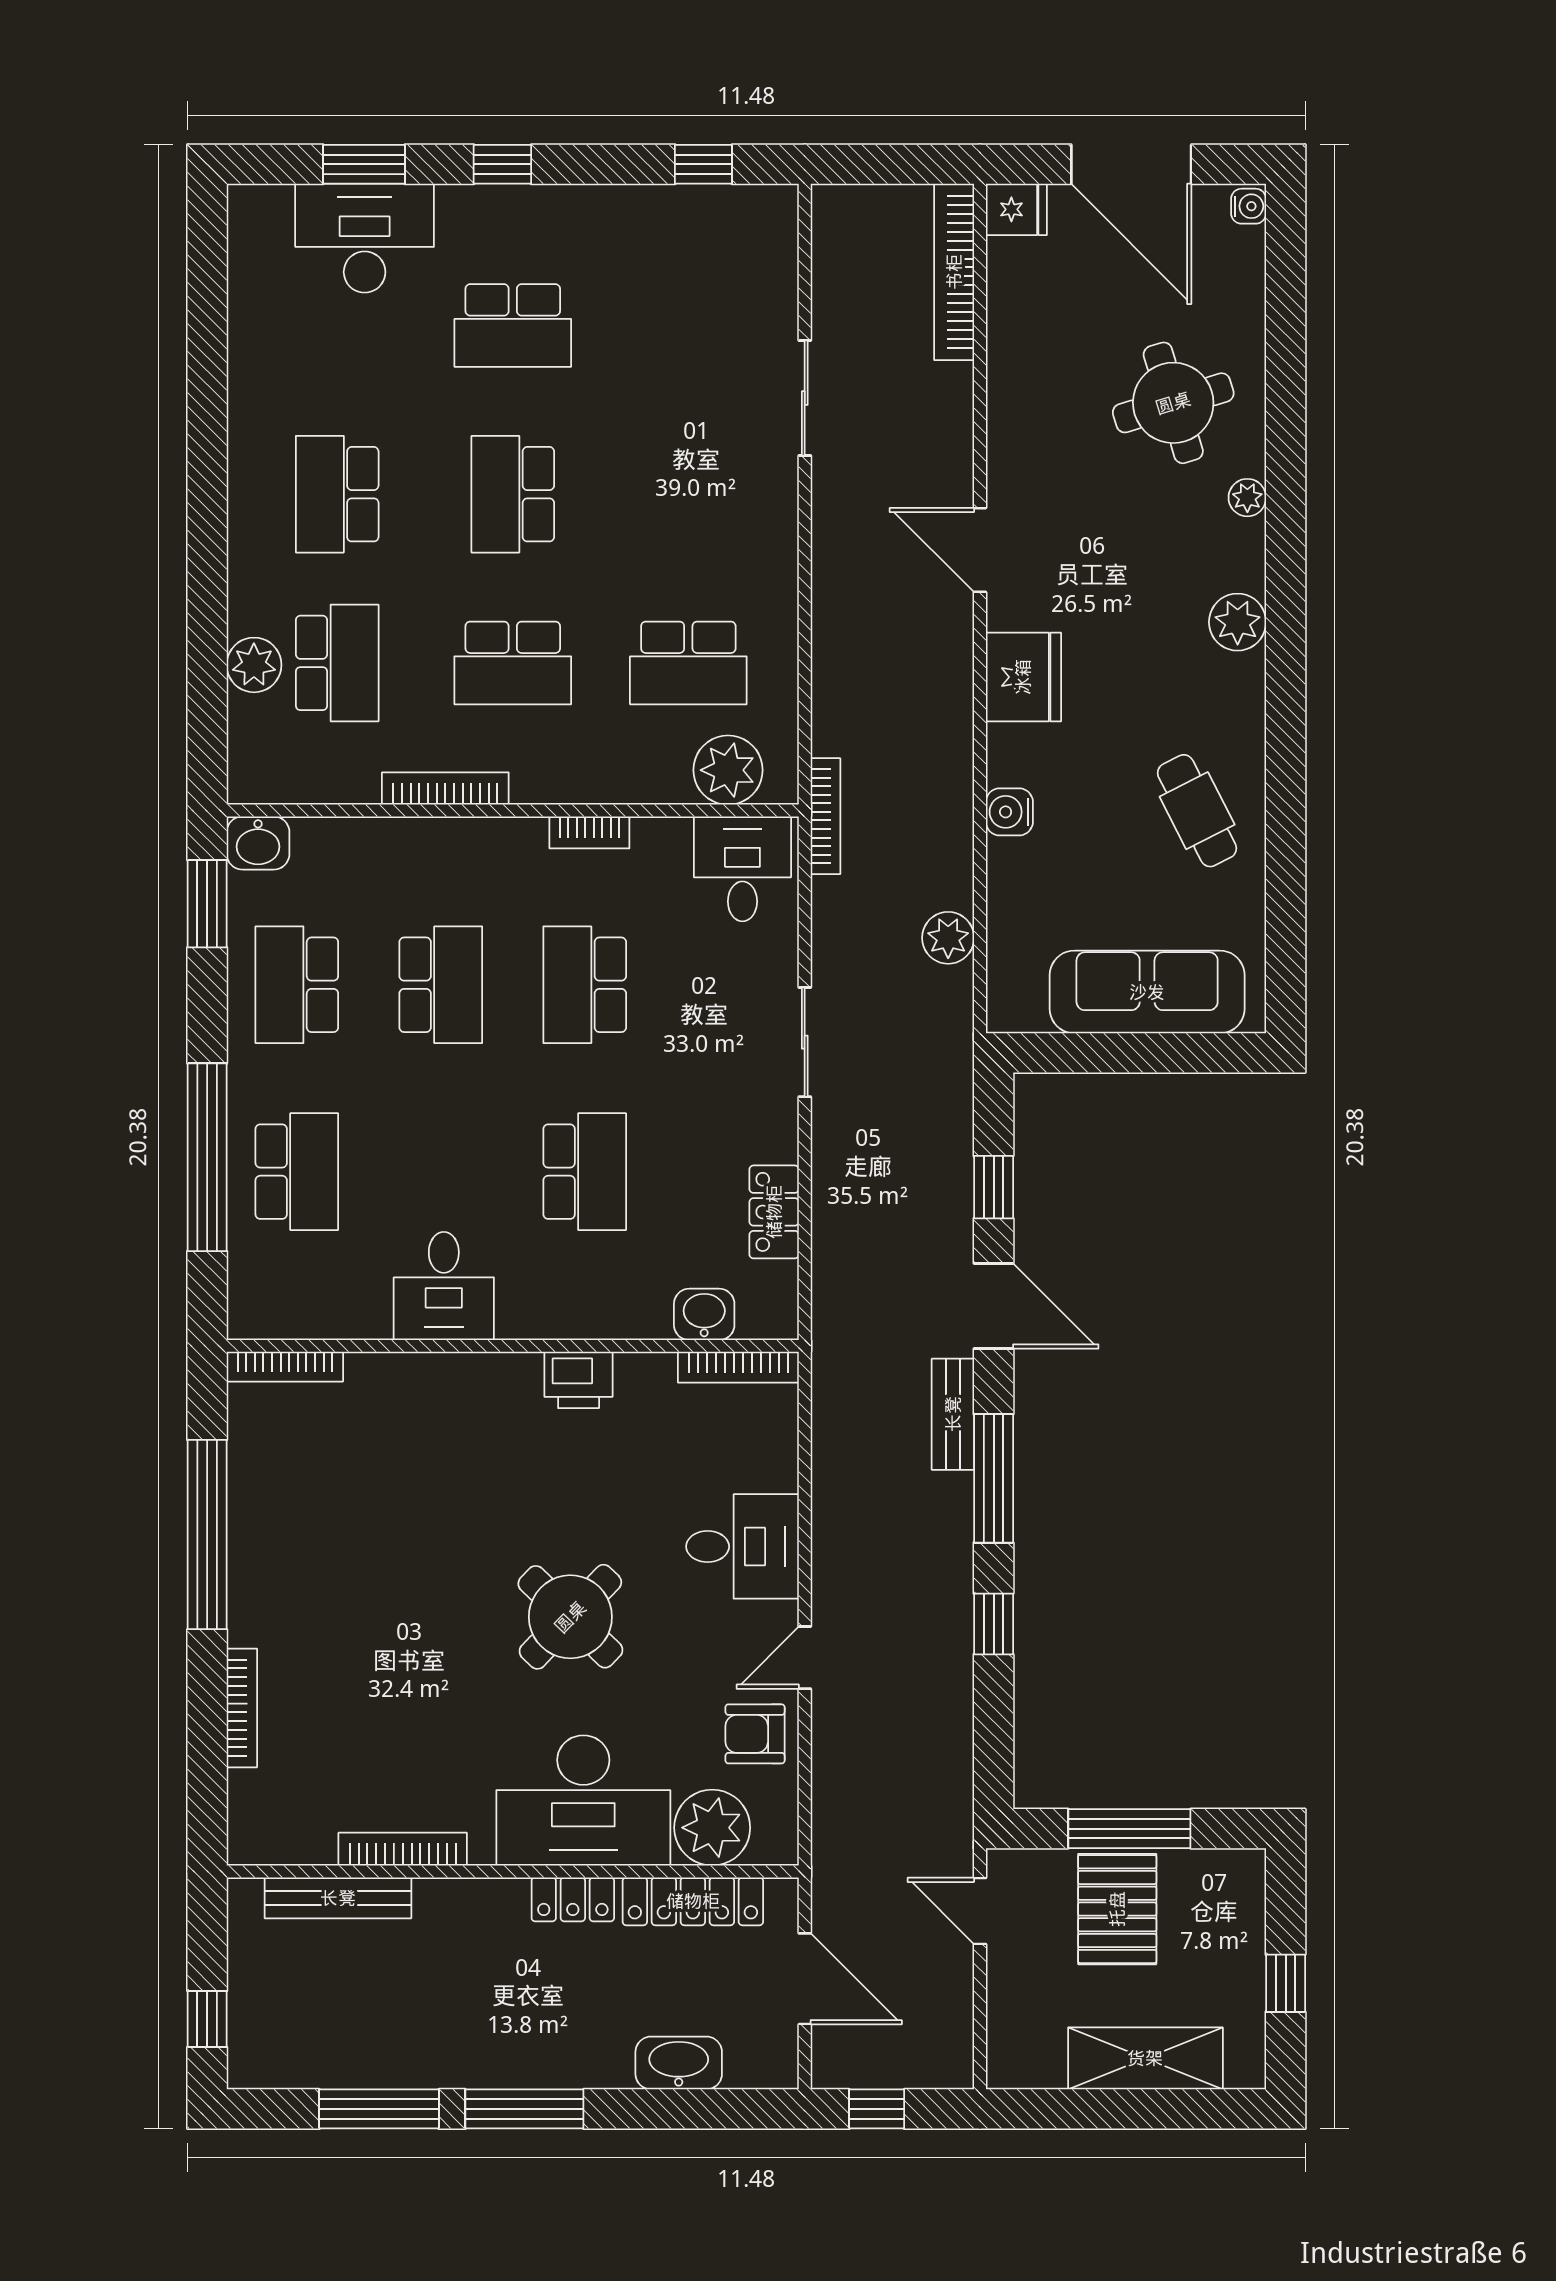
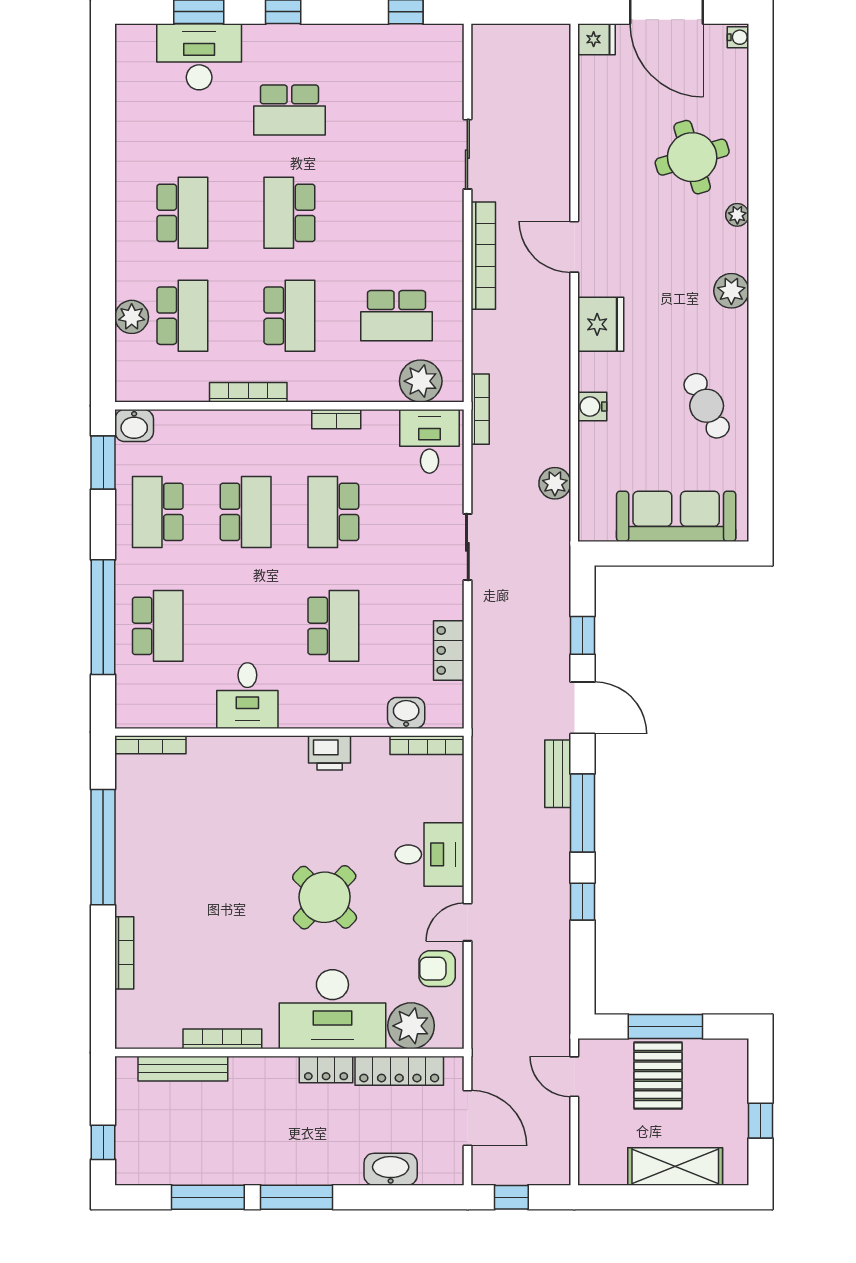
bookcase: (954, 272) -> (483, 256), moved, turned 180
school desk: (337, 494) -> (182, 213), turned 180
school desk: (513, 663) -> (289, 316), turned -90

